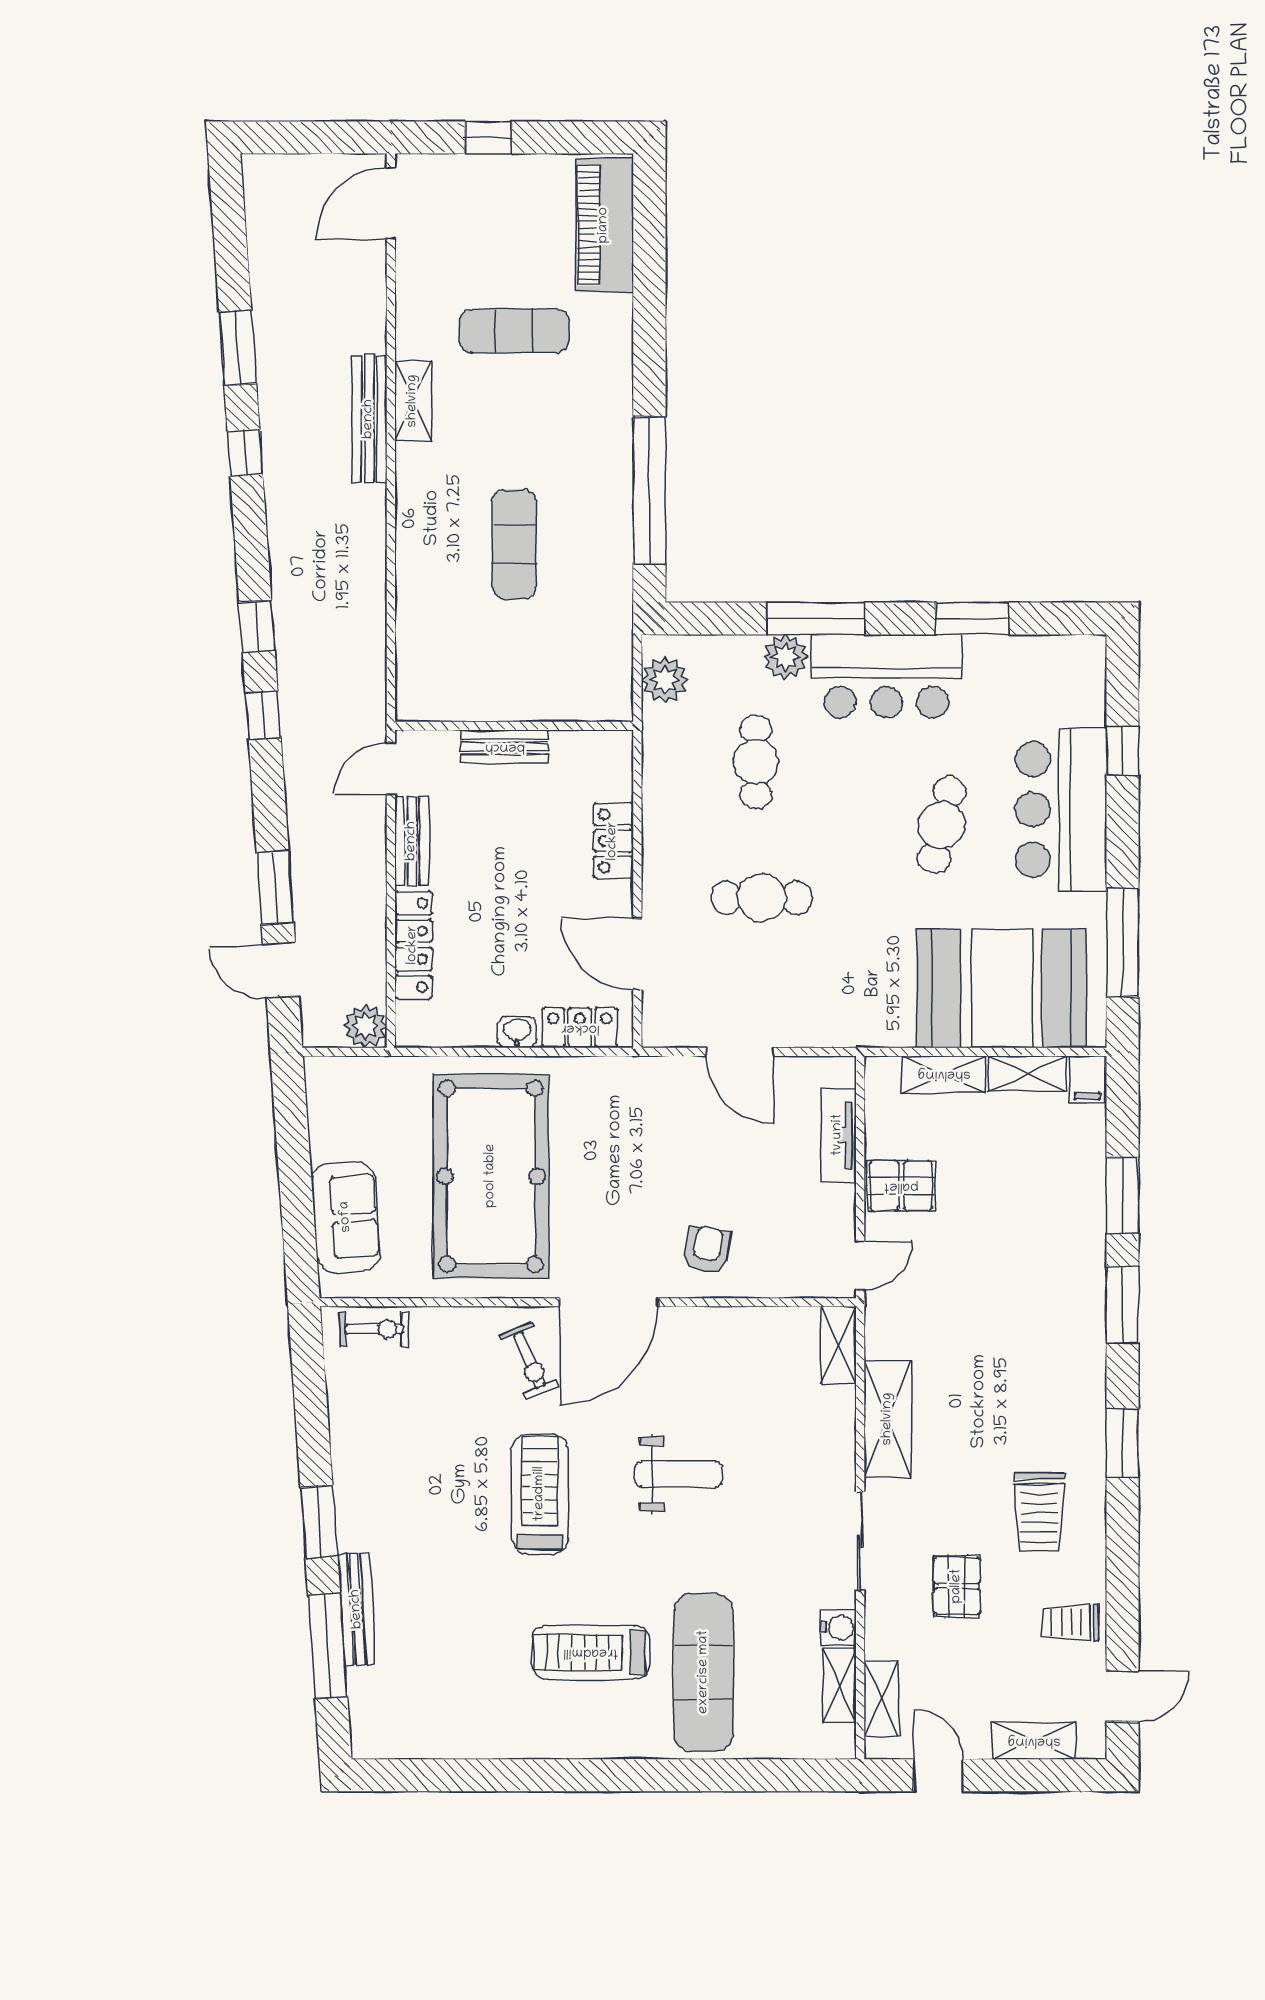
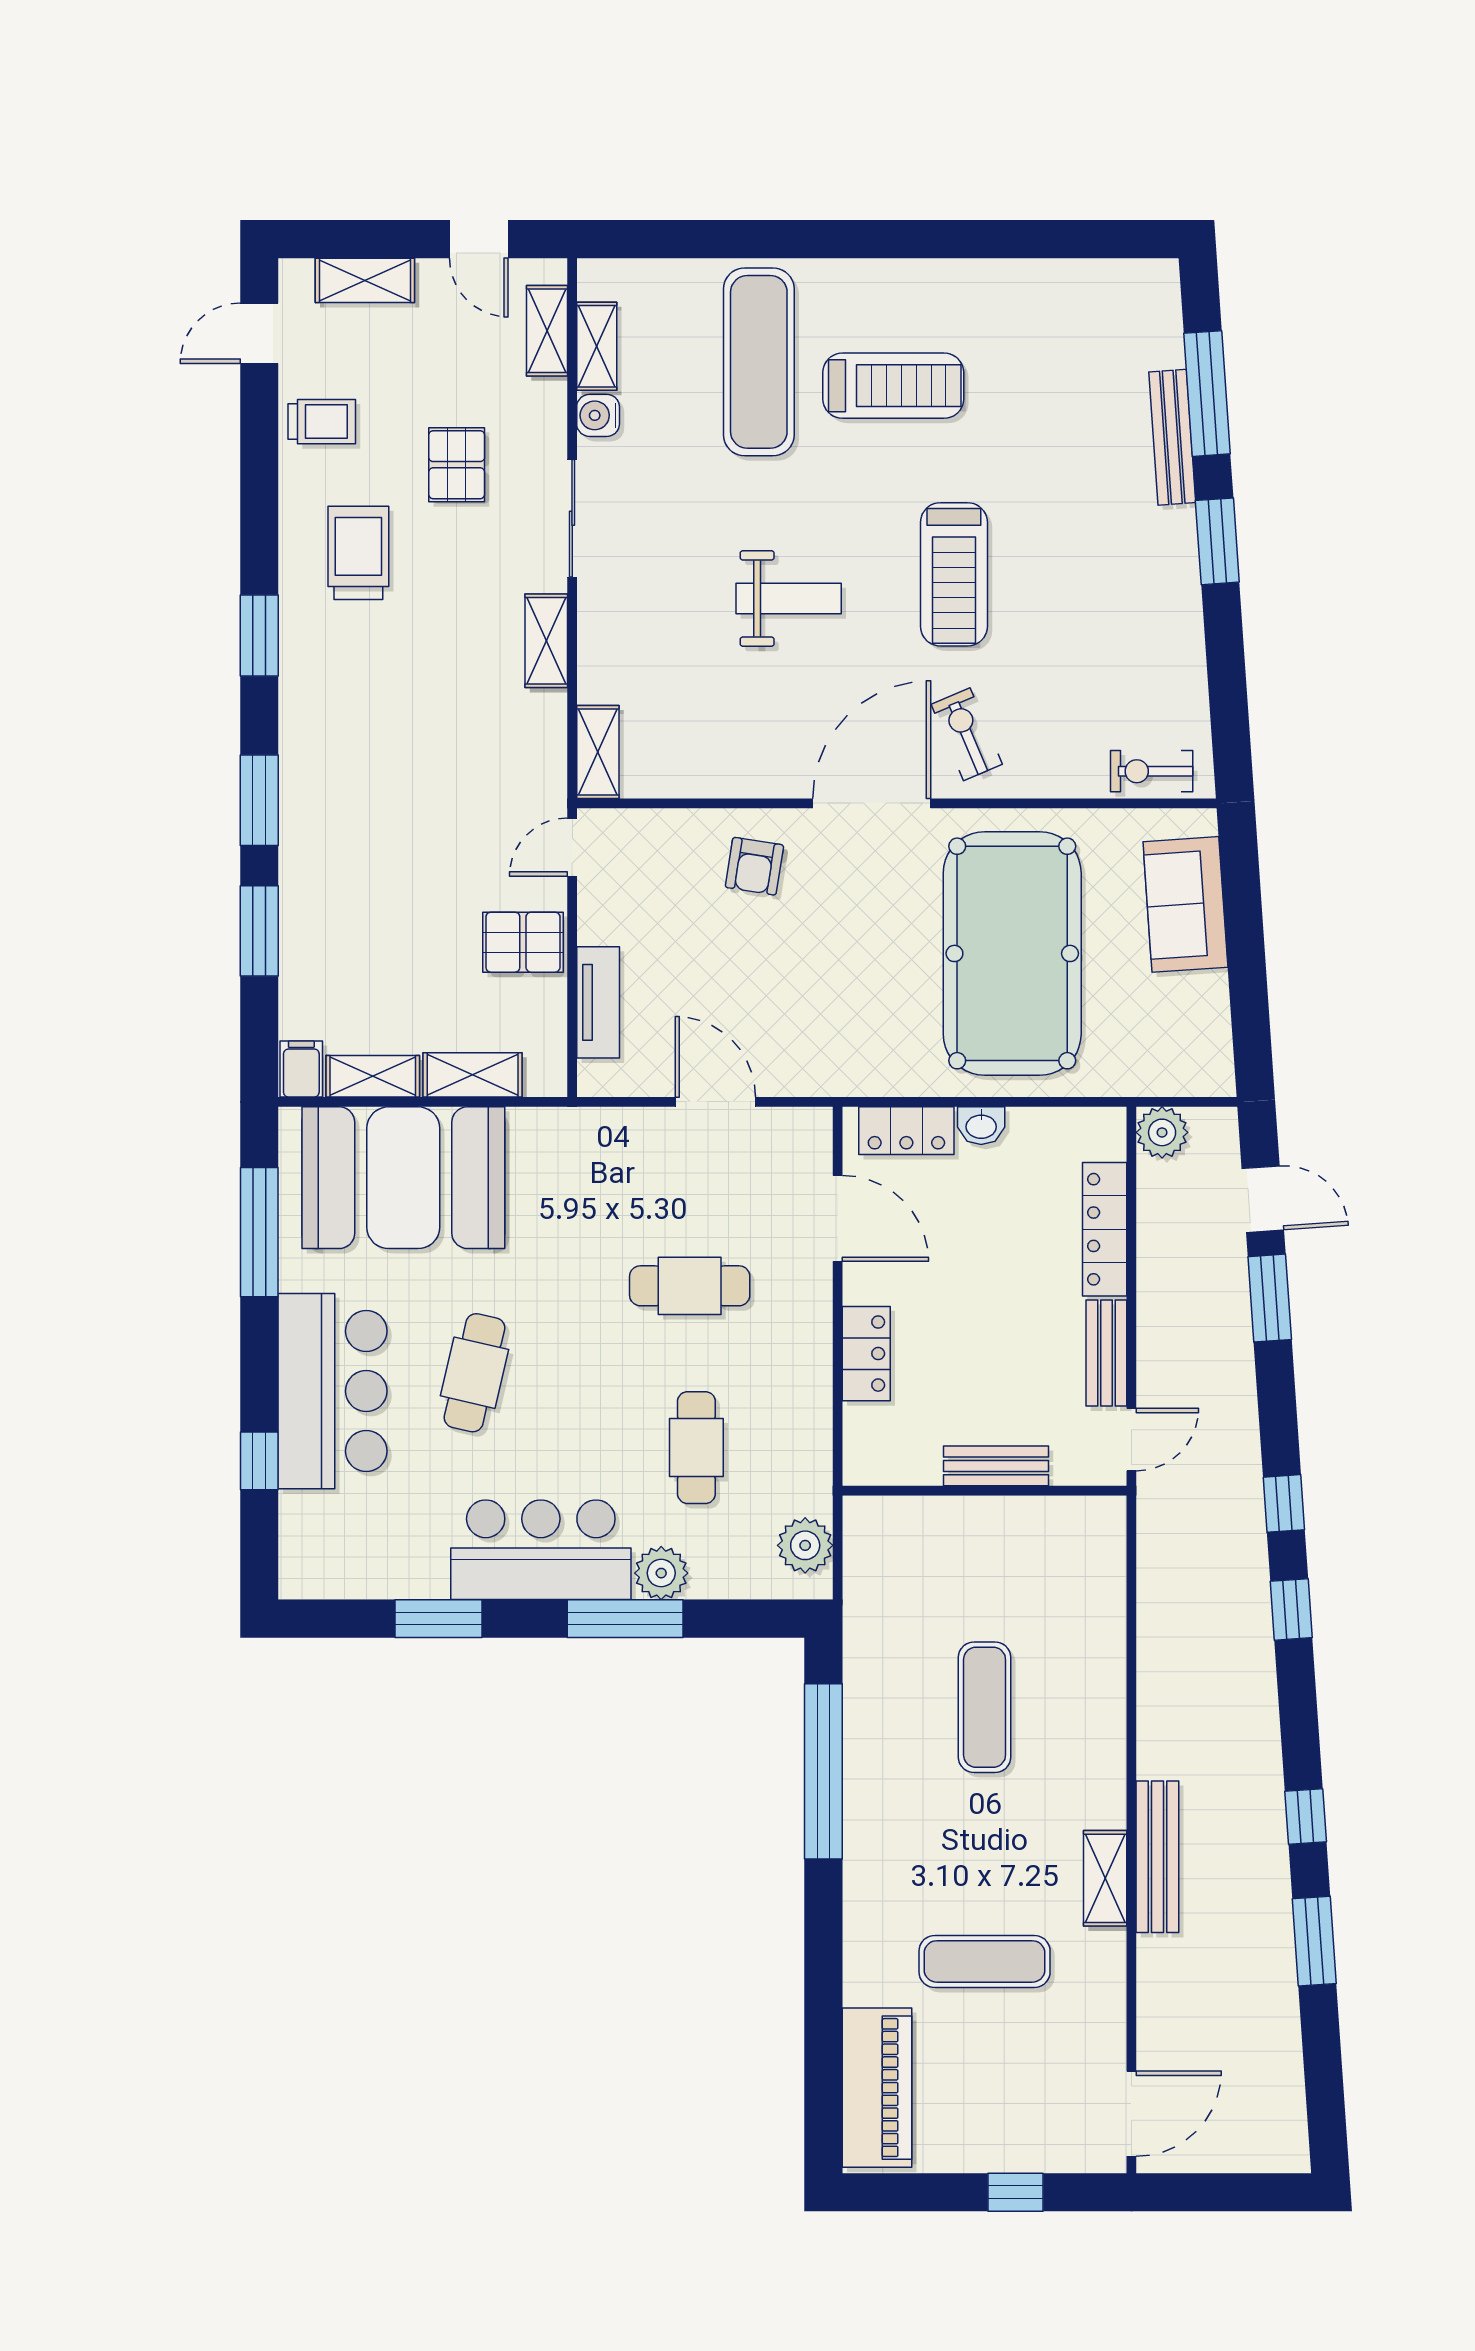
shelving: (888, 1419) -> (546, 641), width x0.67, depth x0.75
weight bench: (678, 1474) -> (789, 599), turned 180

